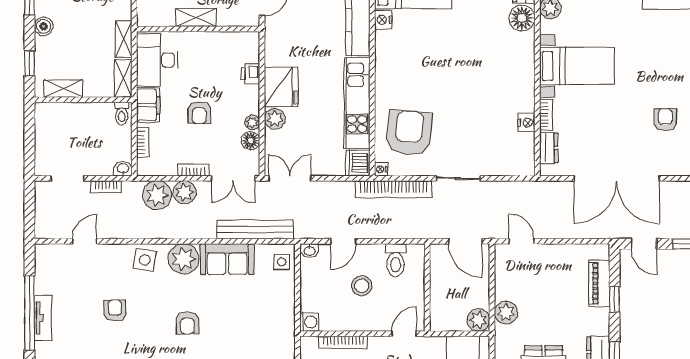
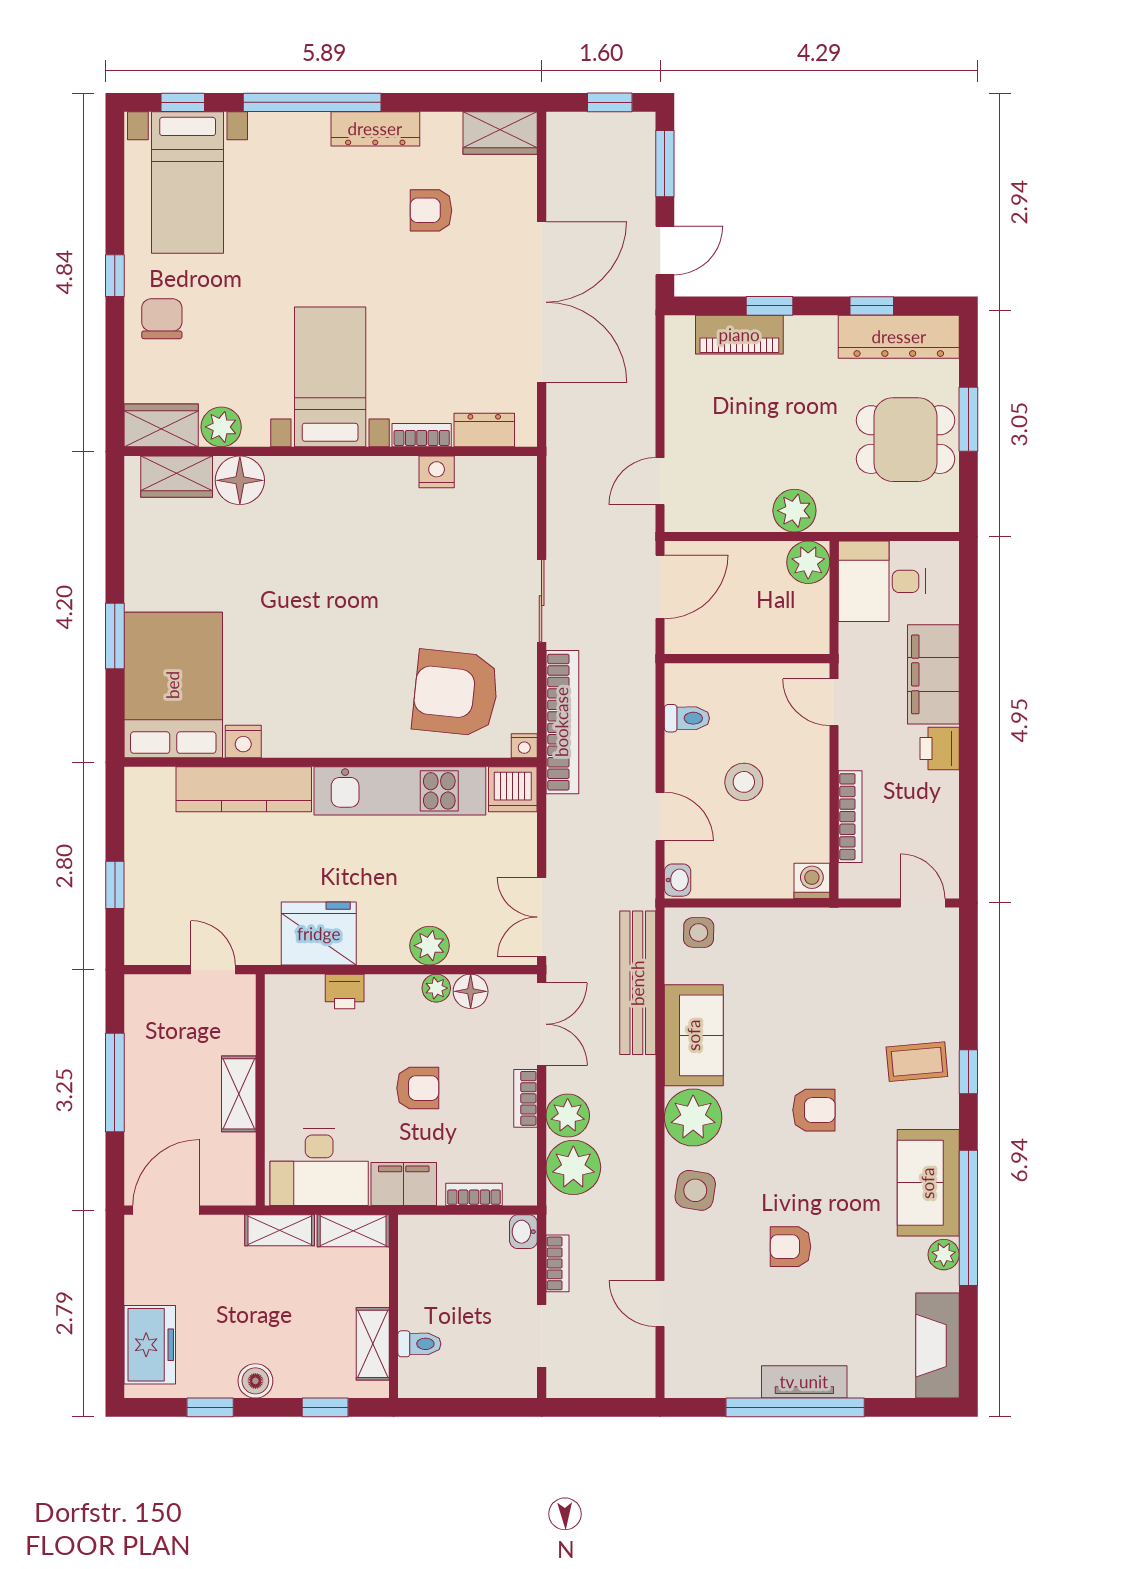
fridge: (281, 87) -> (319, 934), moved
toilet: (122, 113) -> (419, 1344), moved
toilet: (396, 260) -> (687, 718), width x0.73, depth x0.72

